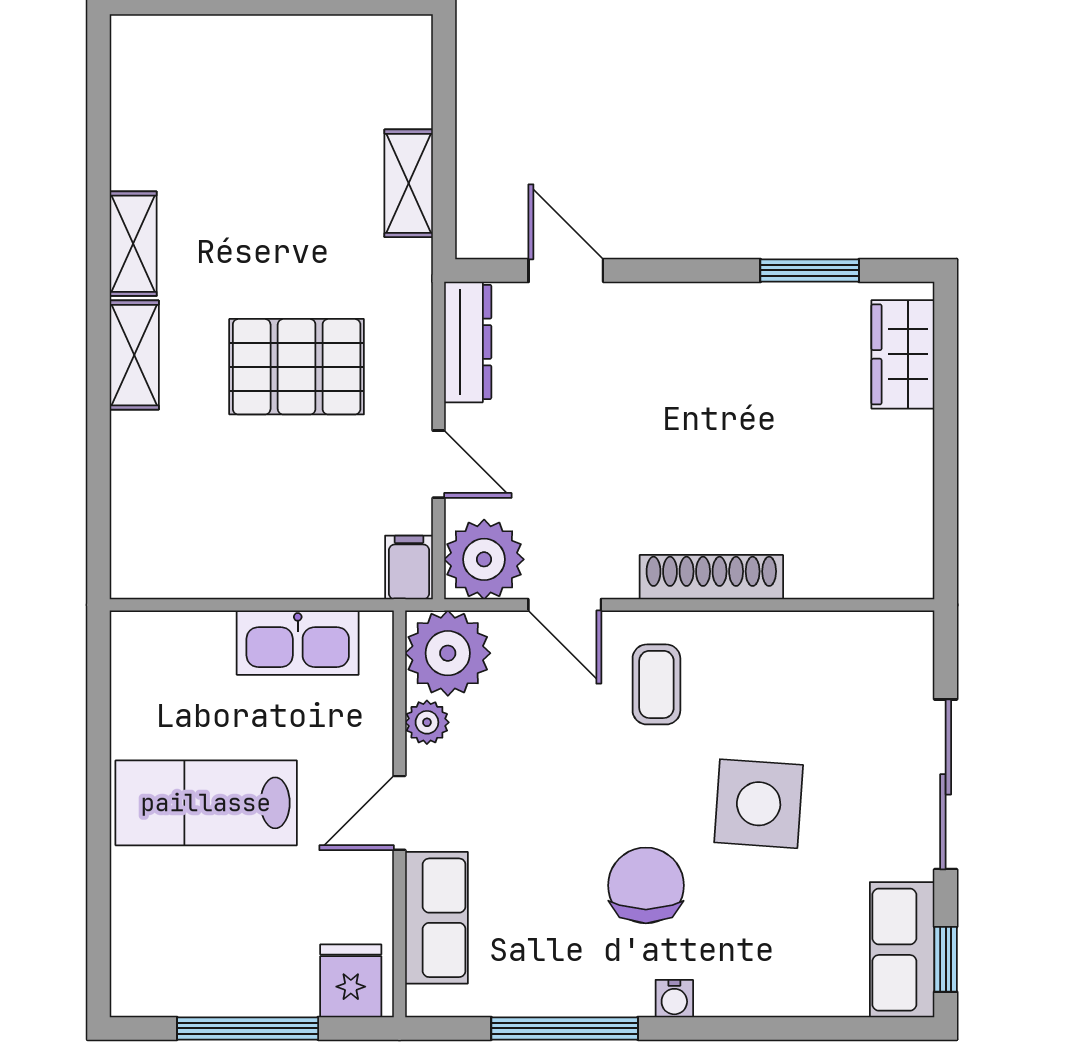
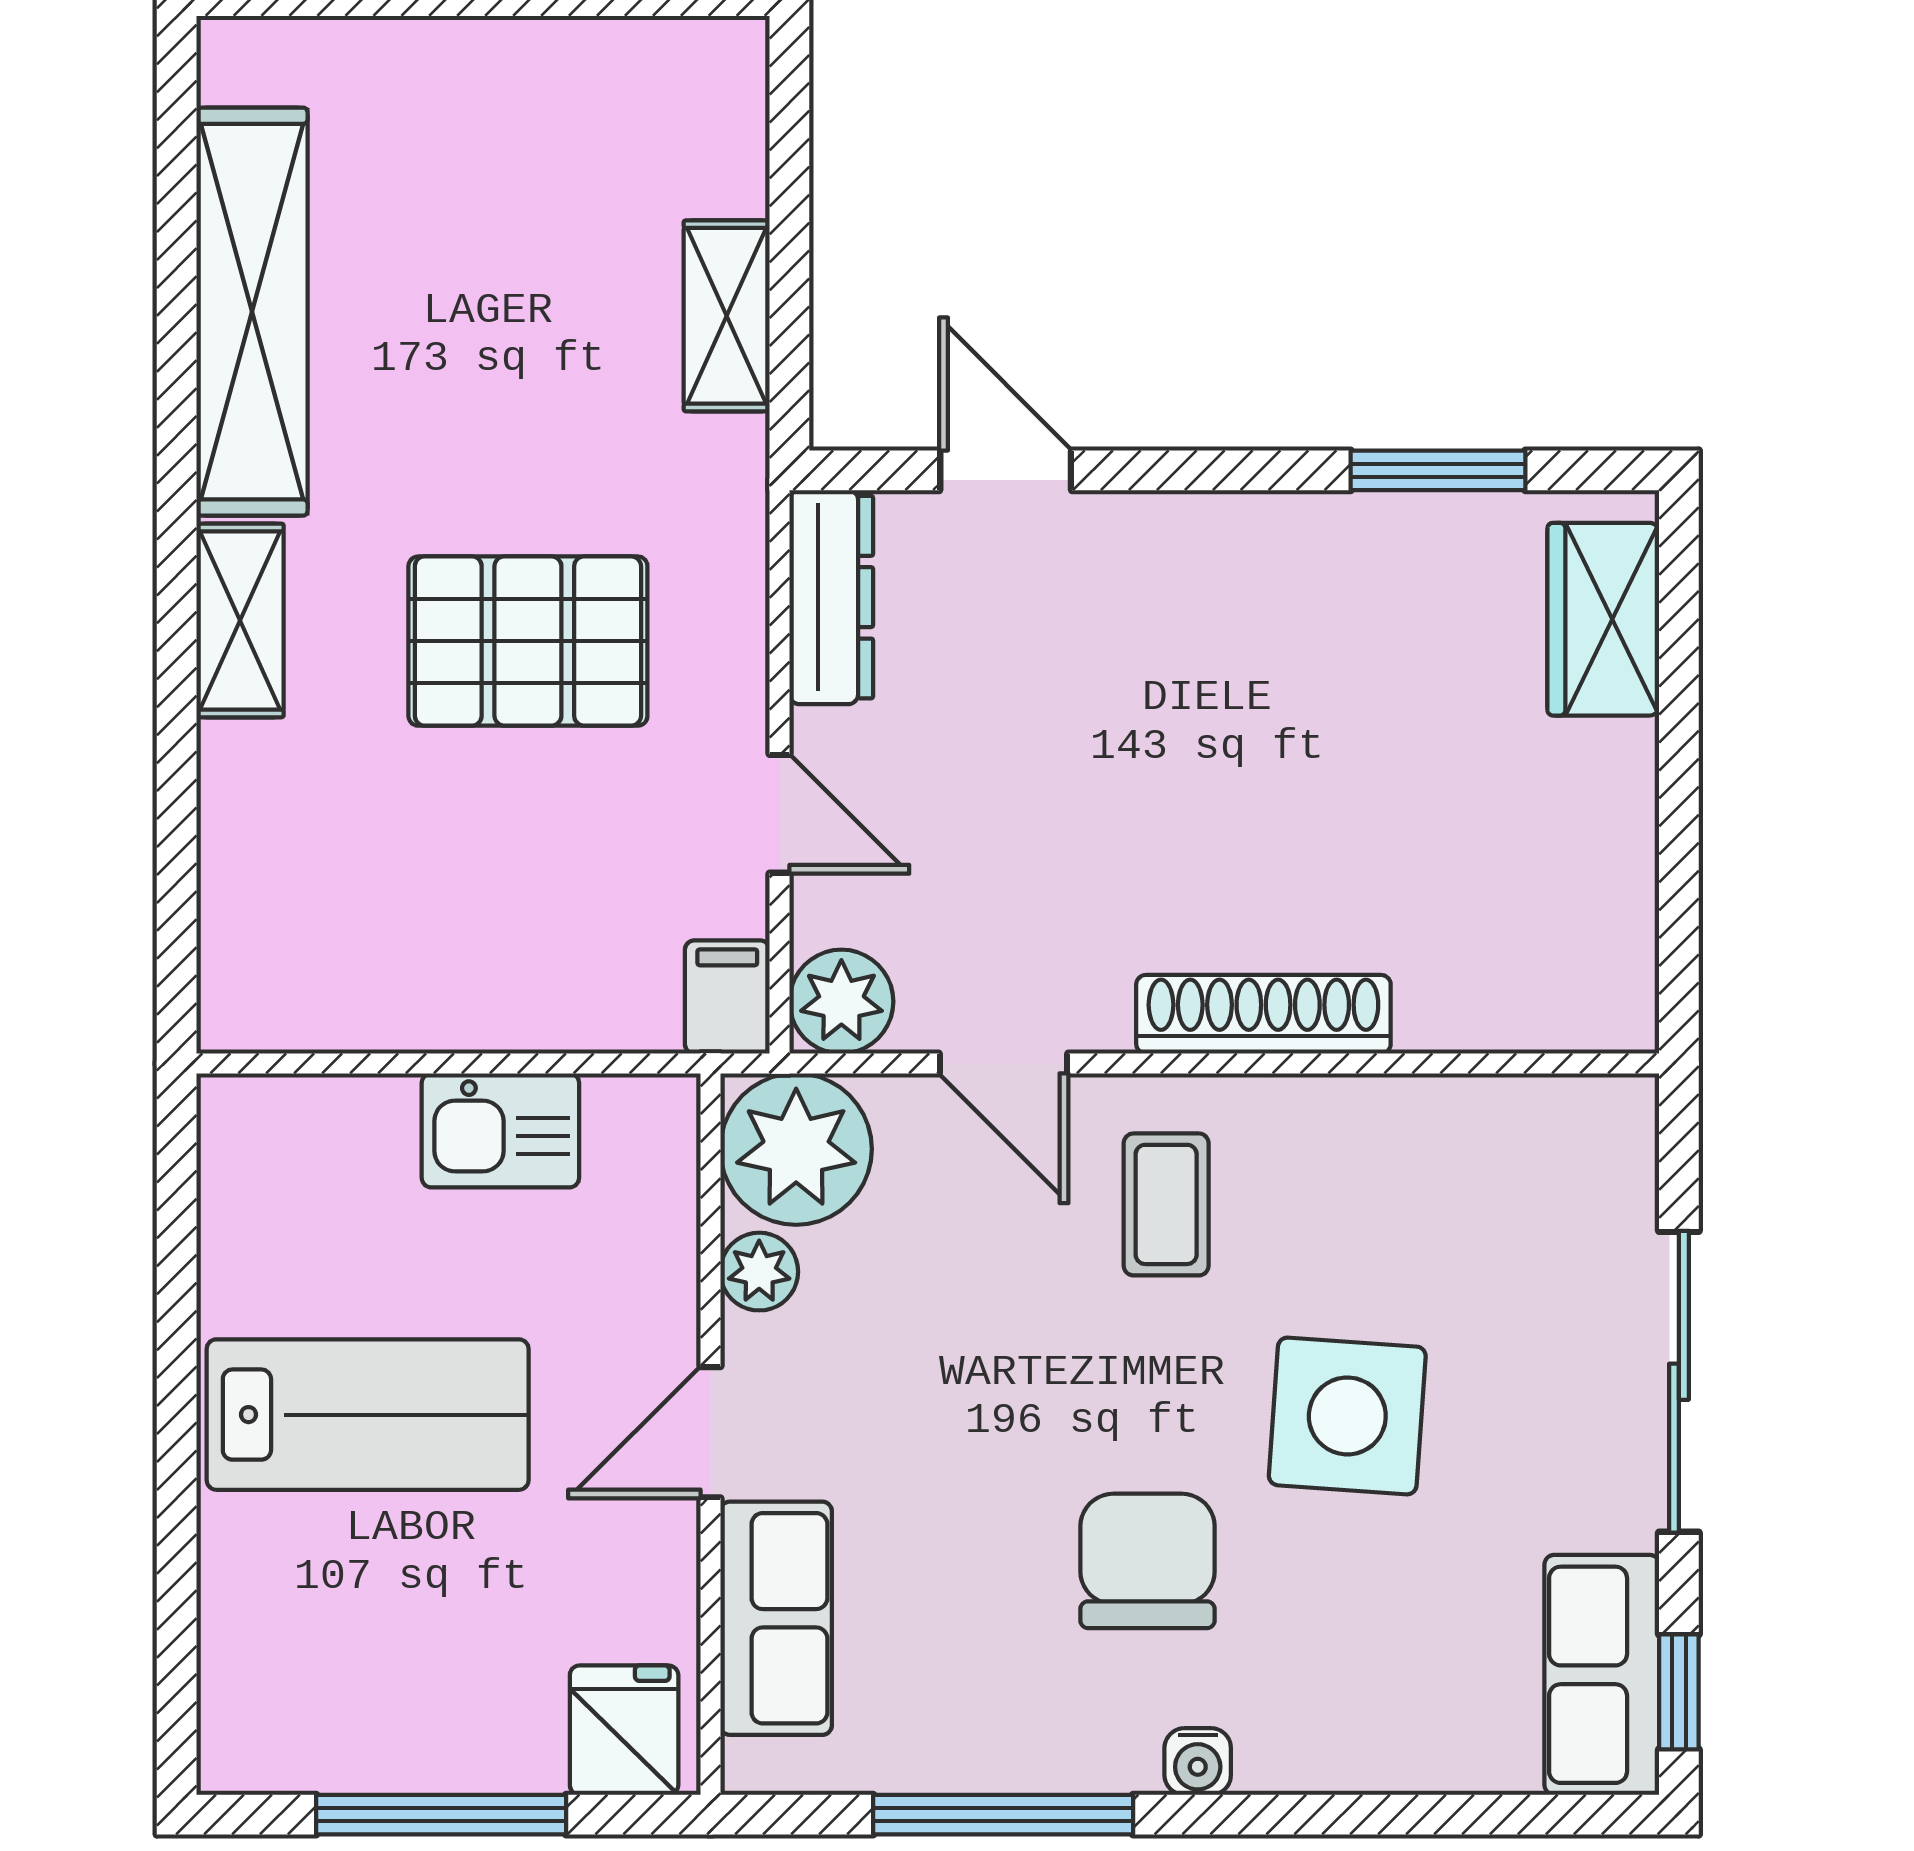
shelving: (133, 244) -> (252, 312), width x2.20, depth x1.33
plant: (484, 559) -> (841, 1002), width x0.73, depth x0.73
kitchen sink: (298, 643) -> (500, 1130), width x0.73
lab bench: (206, 803) -> (368, 1415), turned 180

